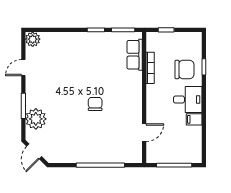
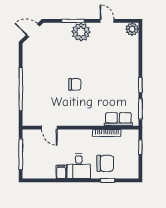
chair: (184, 69) -> (105, 163), turned -90
plant: (36, 119) -> (81, 32), moved

